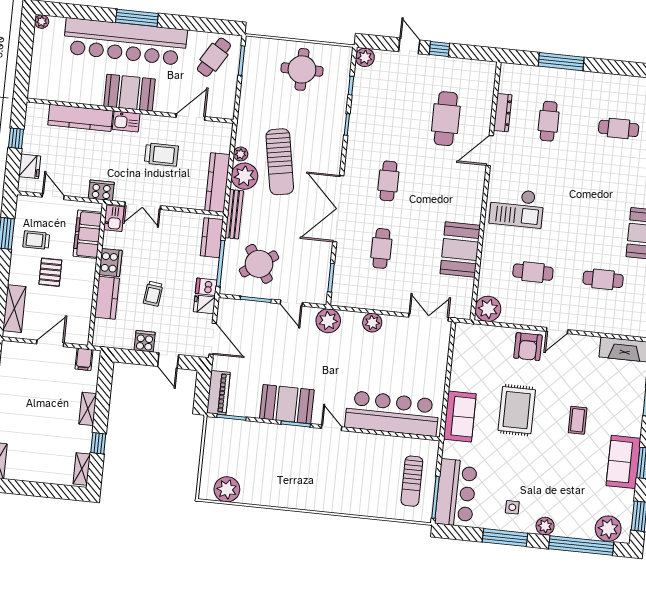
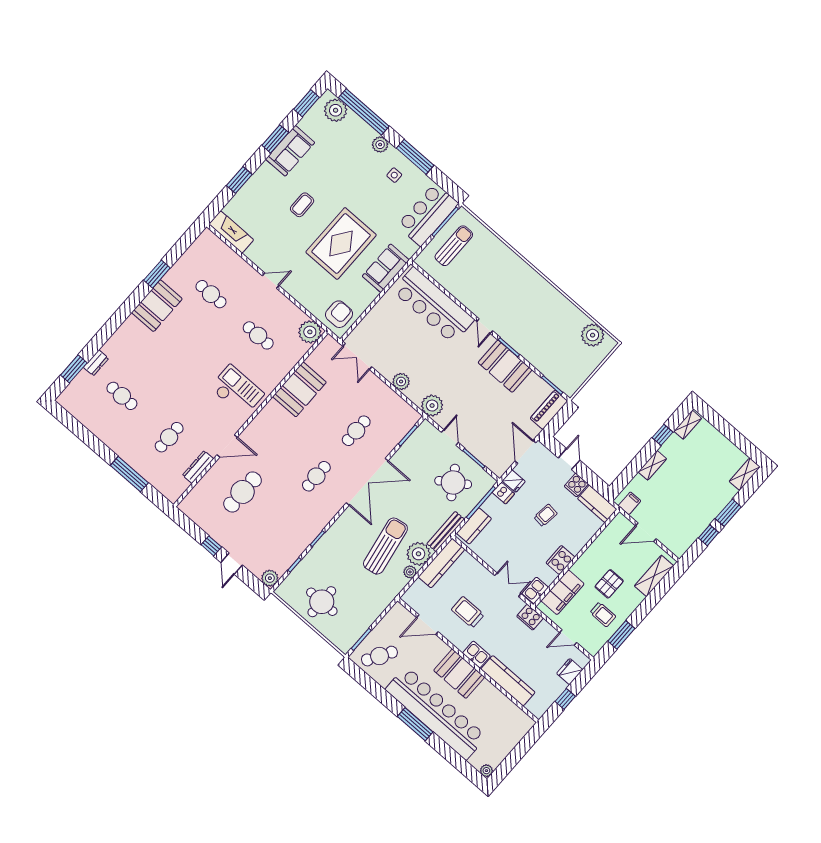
door: (53, 196) -> (568, 637), hinge flipped
kitchen counter: (107, 298) -> (597, 504), moved, turned -90
armchair: (528, 347) -> (339, 314), moved
rug: (517, 410) -> (341, 244), width x1.37, depth x1.44

